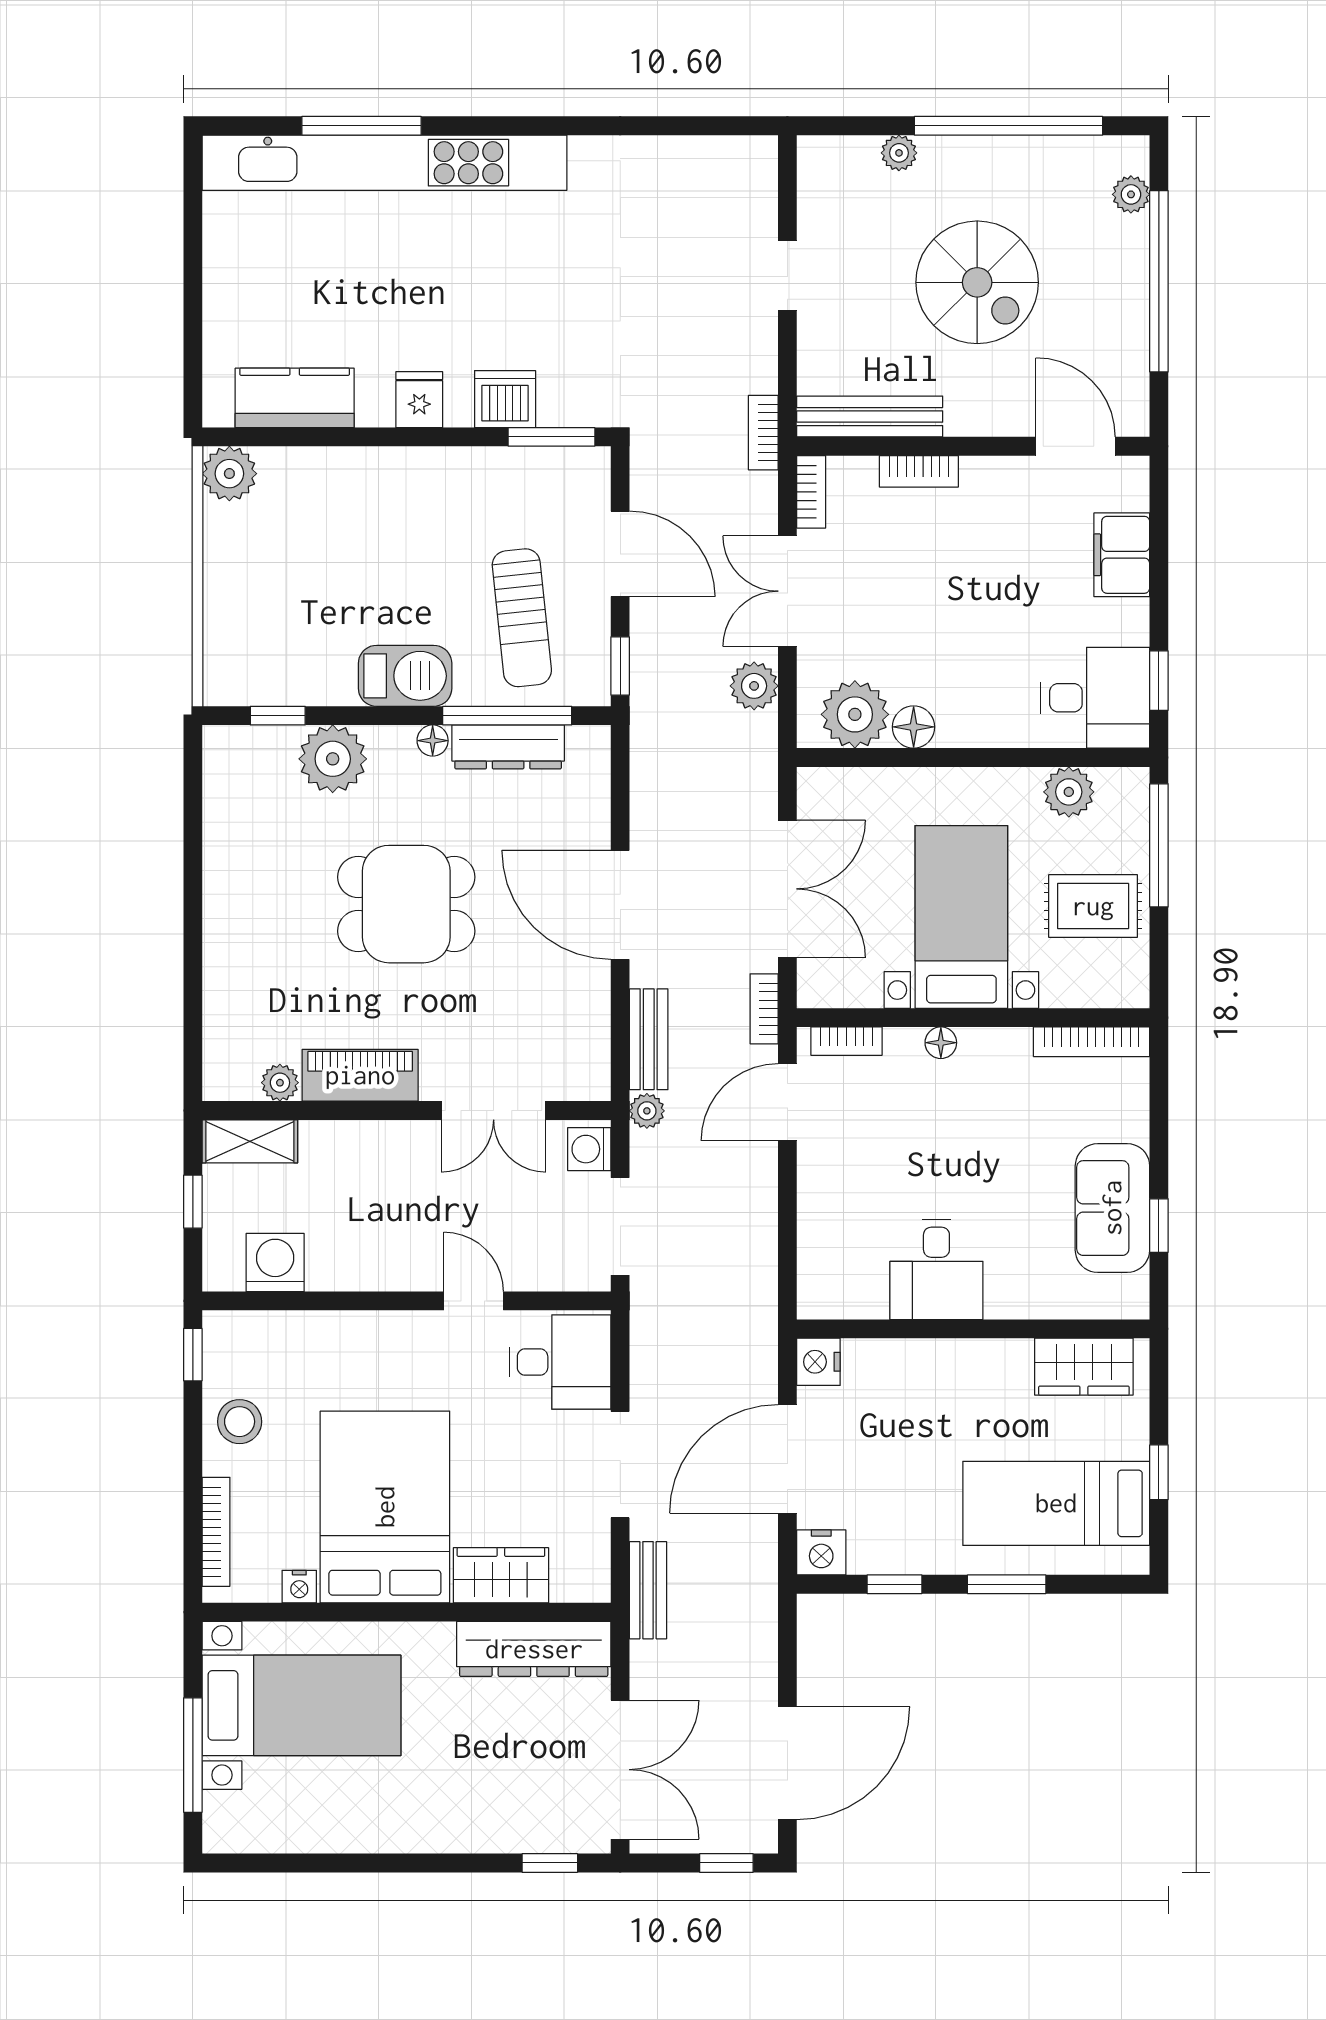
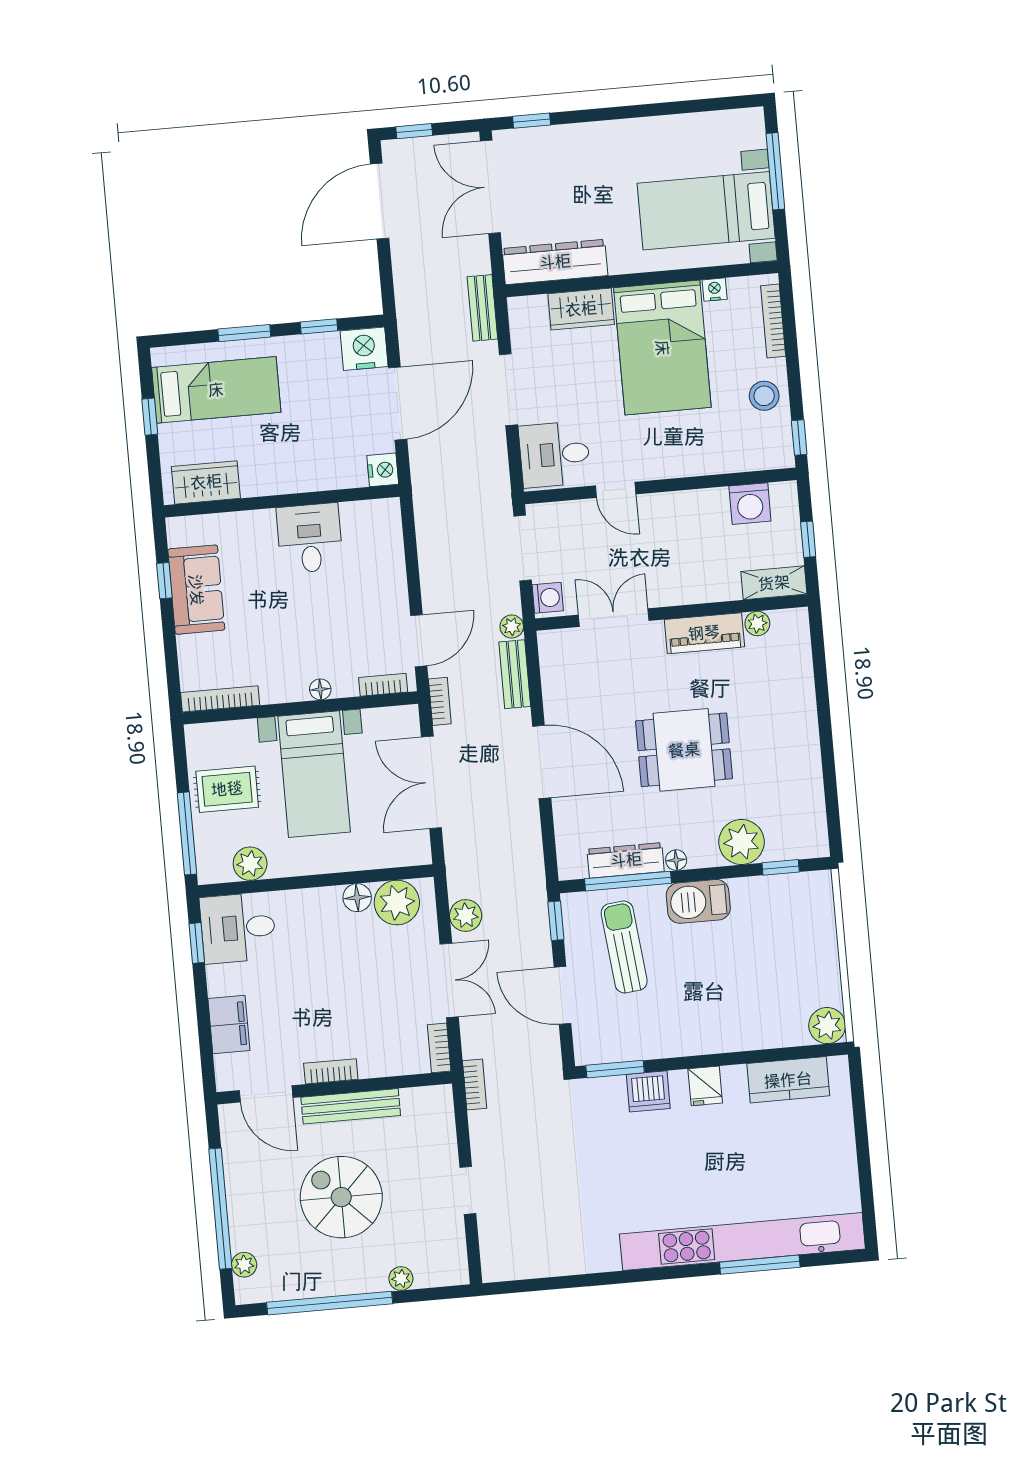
bench: (870, 417) -> (351, 1106), moved
bookcase: (919, 471) -> (331, 1071), moved
nightstand: (821, 1552) -> (364, 349), width x1.36, depth x1.33

